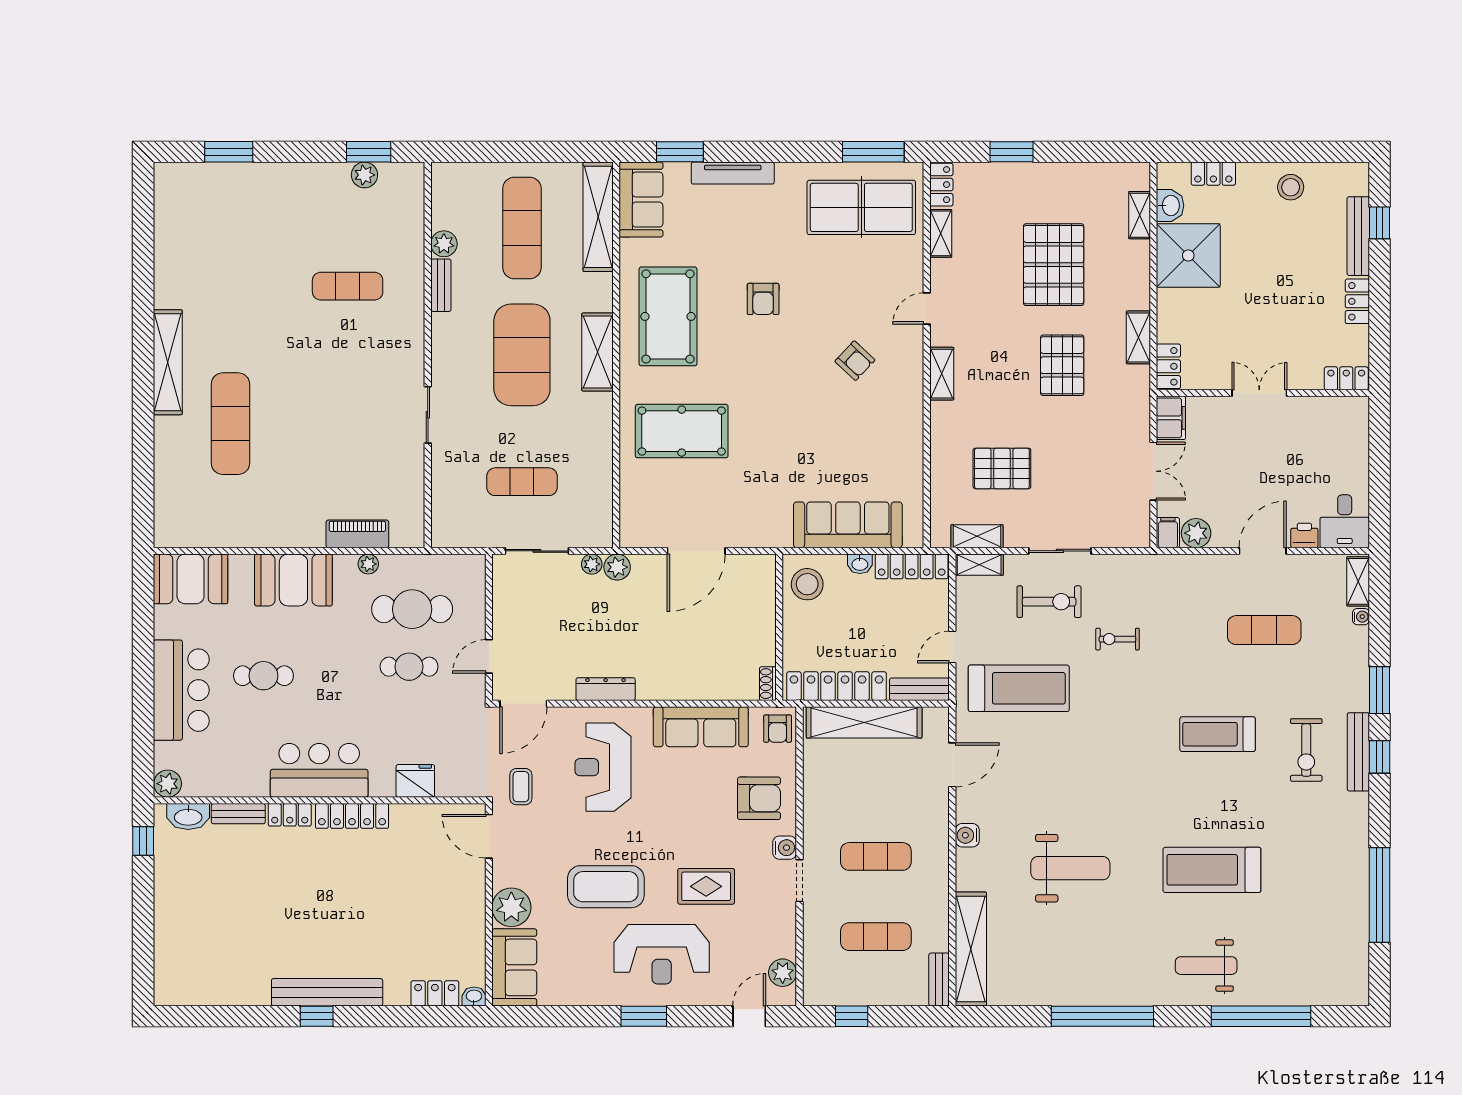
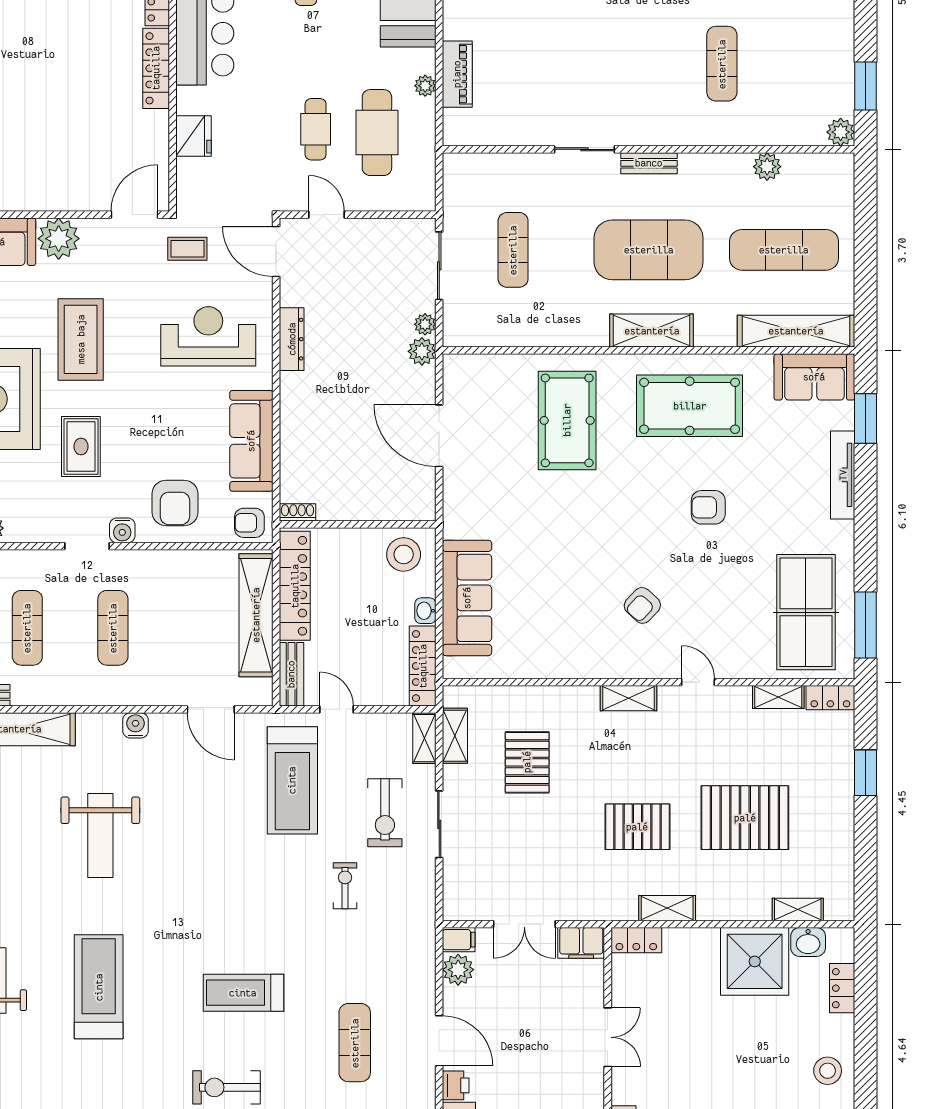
plant: (364, 175) -> (841, 132), moved
bench: (441, 285) -> (649, 163), moved
treadmill: (1218, 734) -> (243, 993), turned -90

